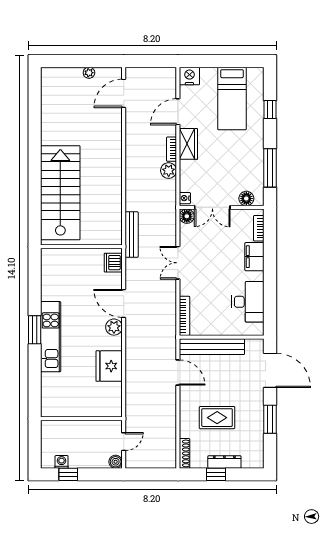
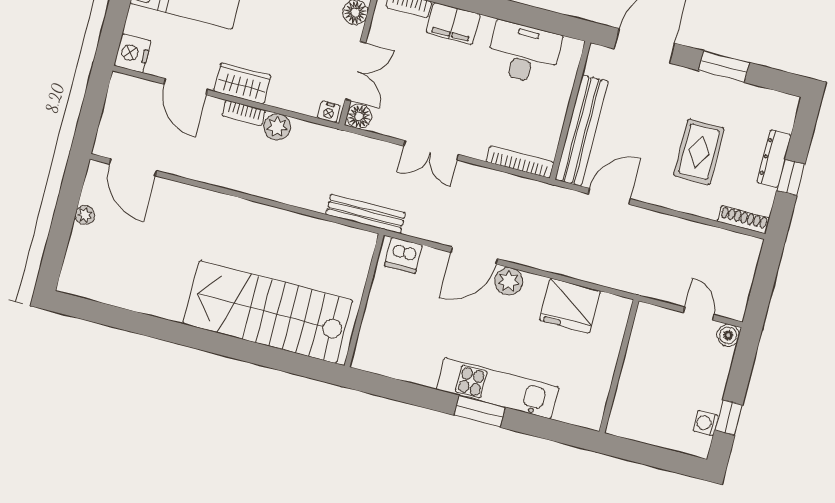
wall: (81, 419) -> (619, 366), moved

